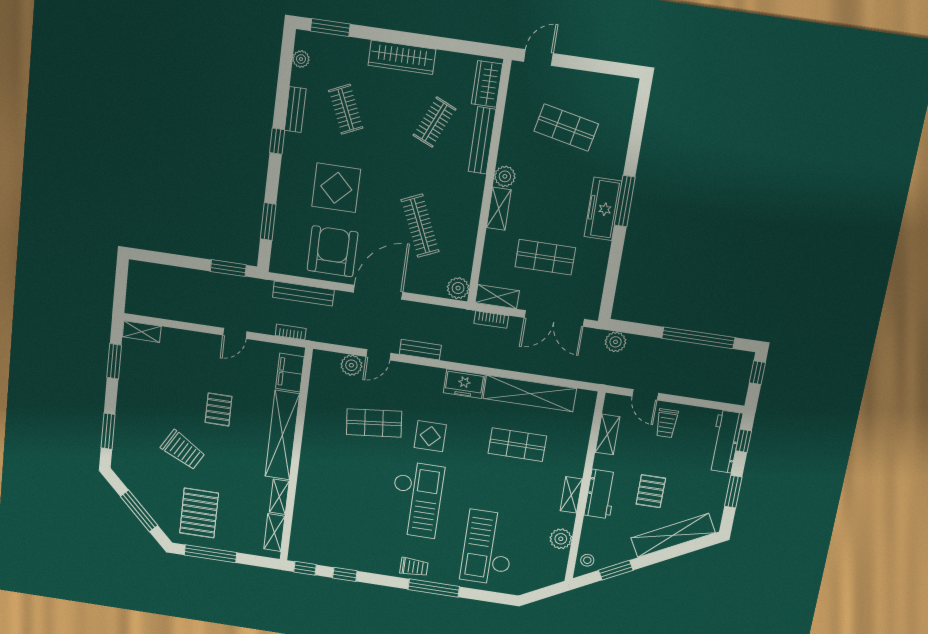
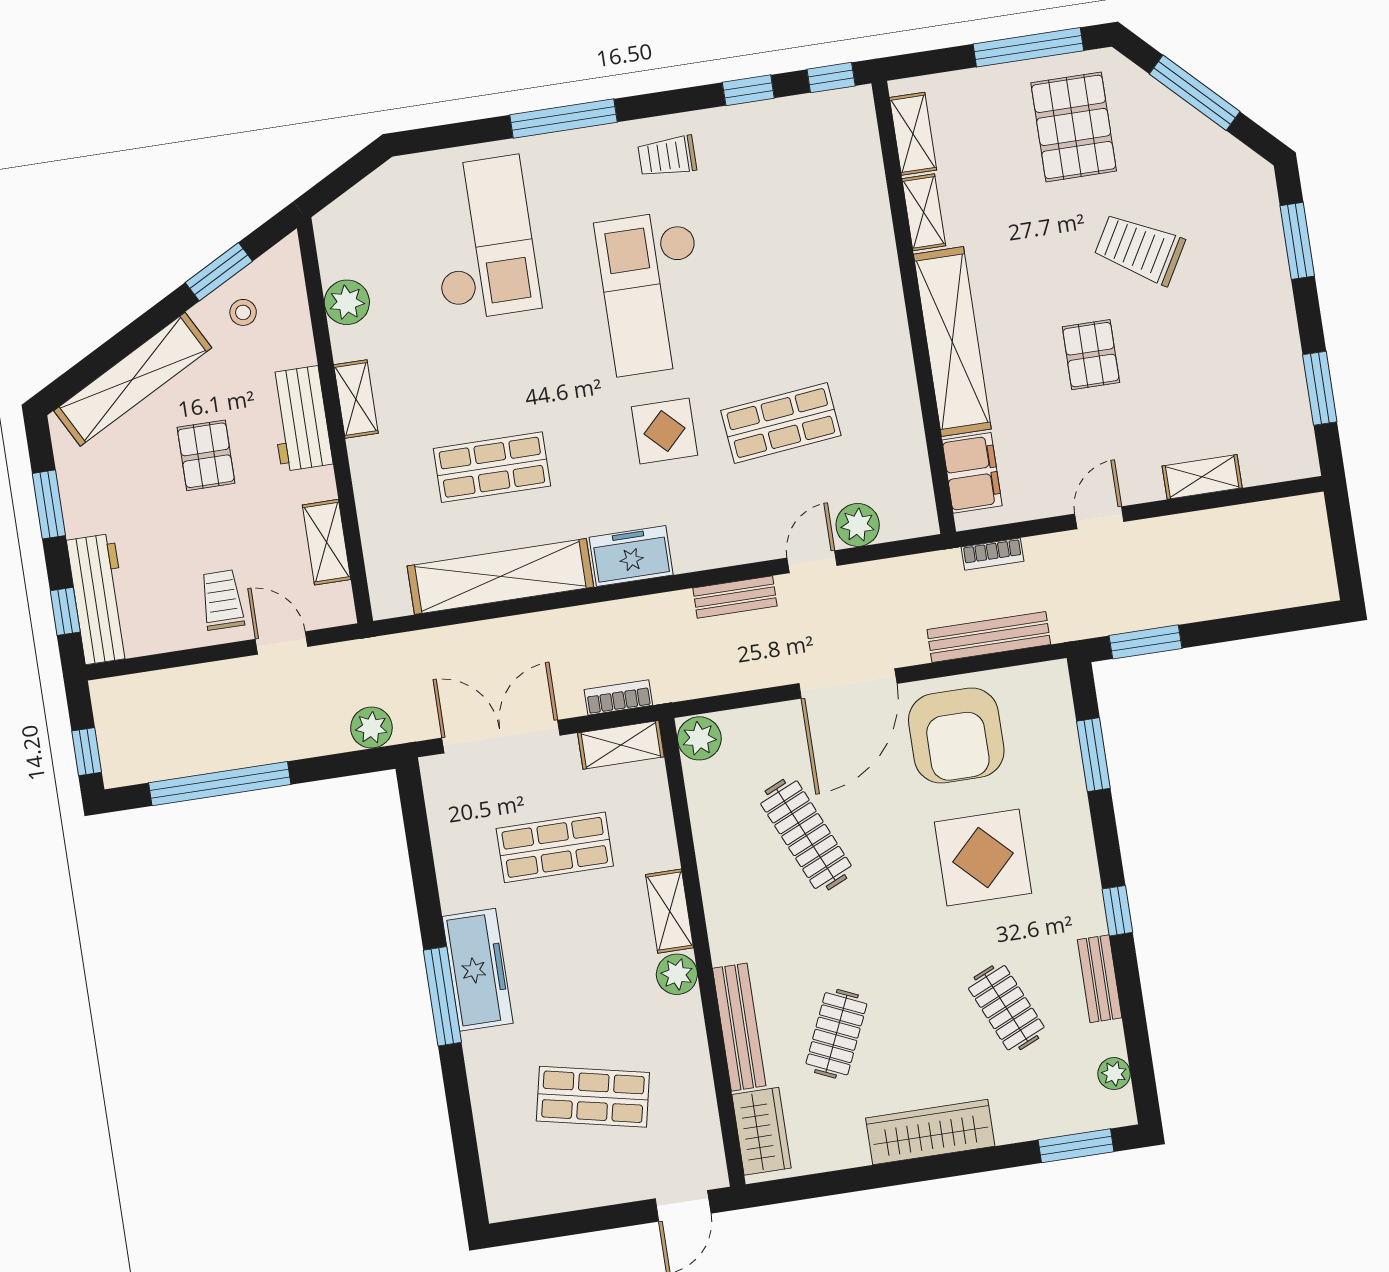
shelving: (142, 332) -> (1202, 477), moved
stool: (587, 560) -> (243, 312), moved
trolley: (414, 567) -> (667, 156), moved

